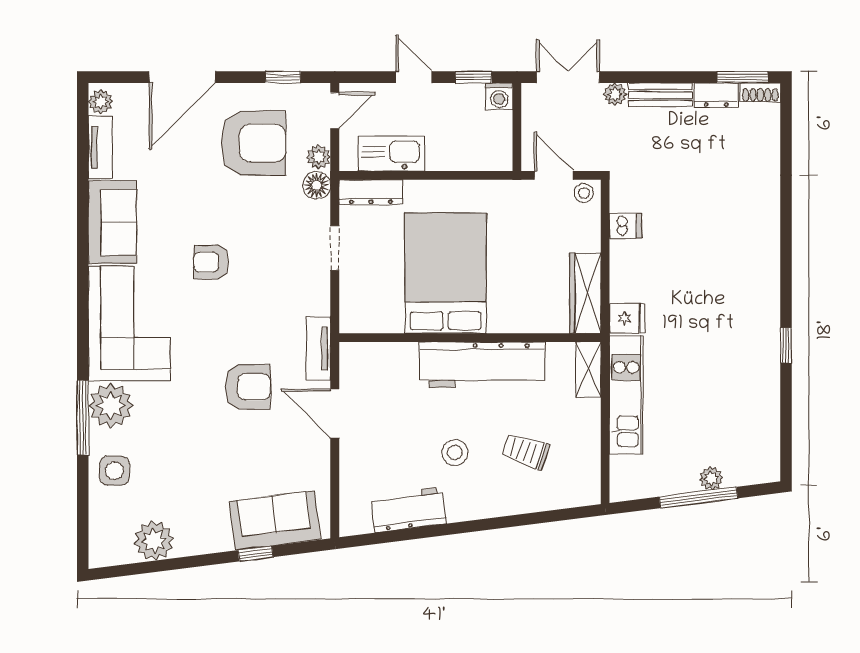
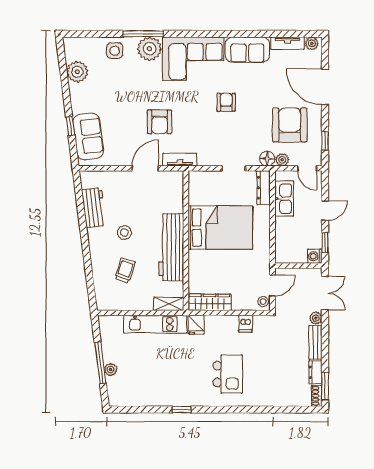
armchair: (253, 143) -> (290, 125), turned 180
kitchen island: (720, 259) -> (228, 374), added

